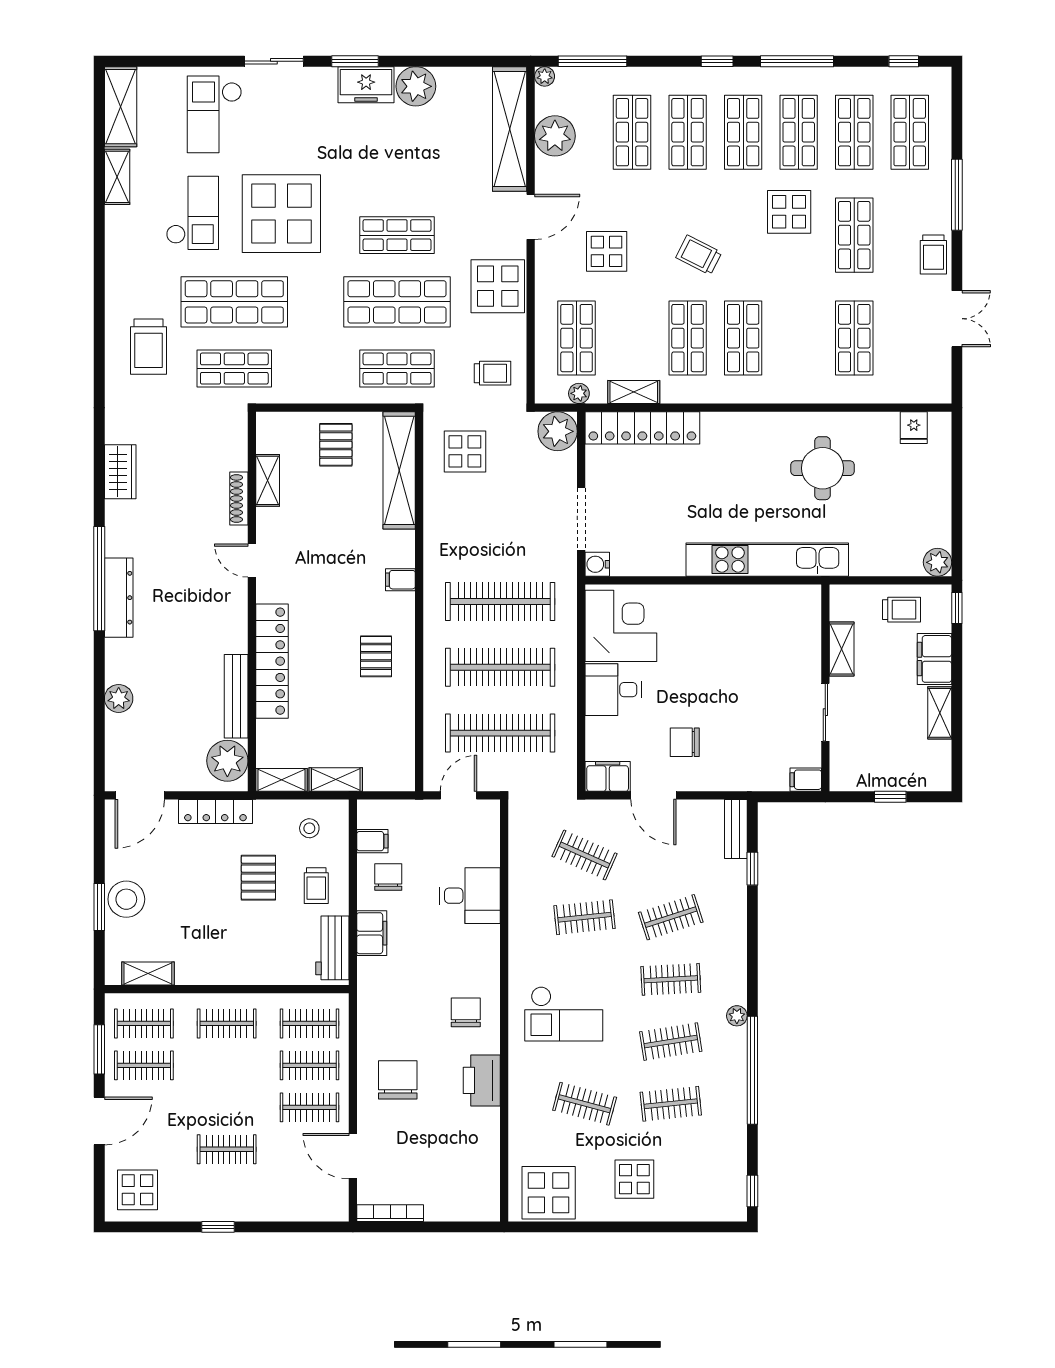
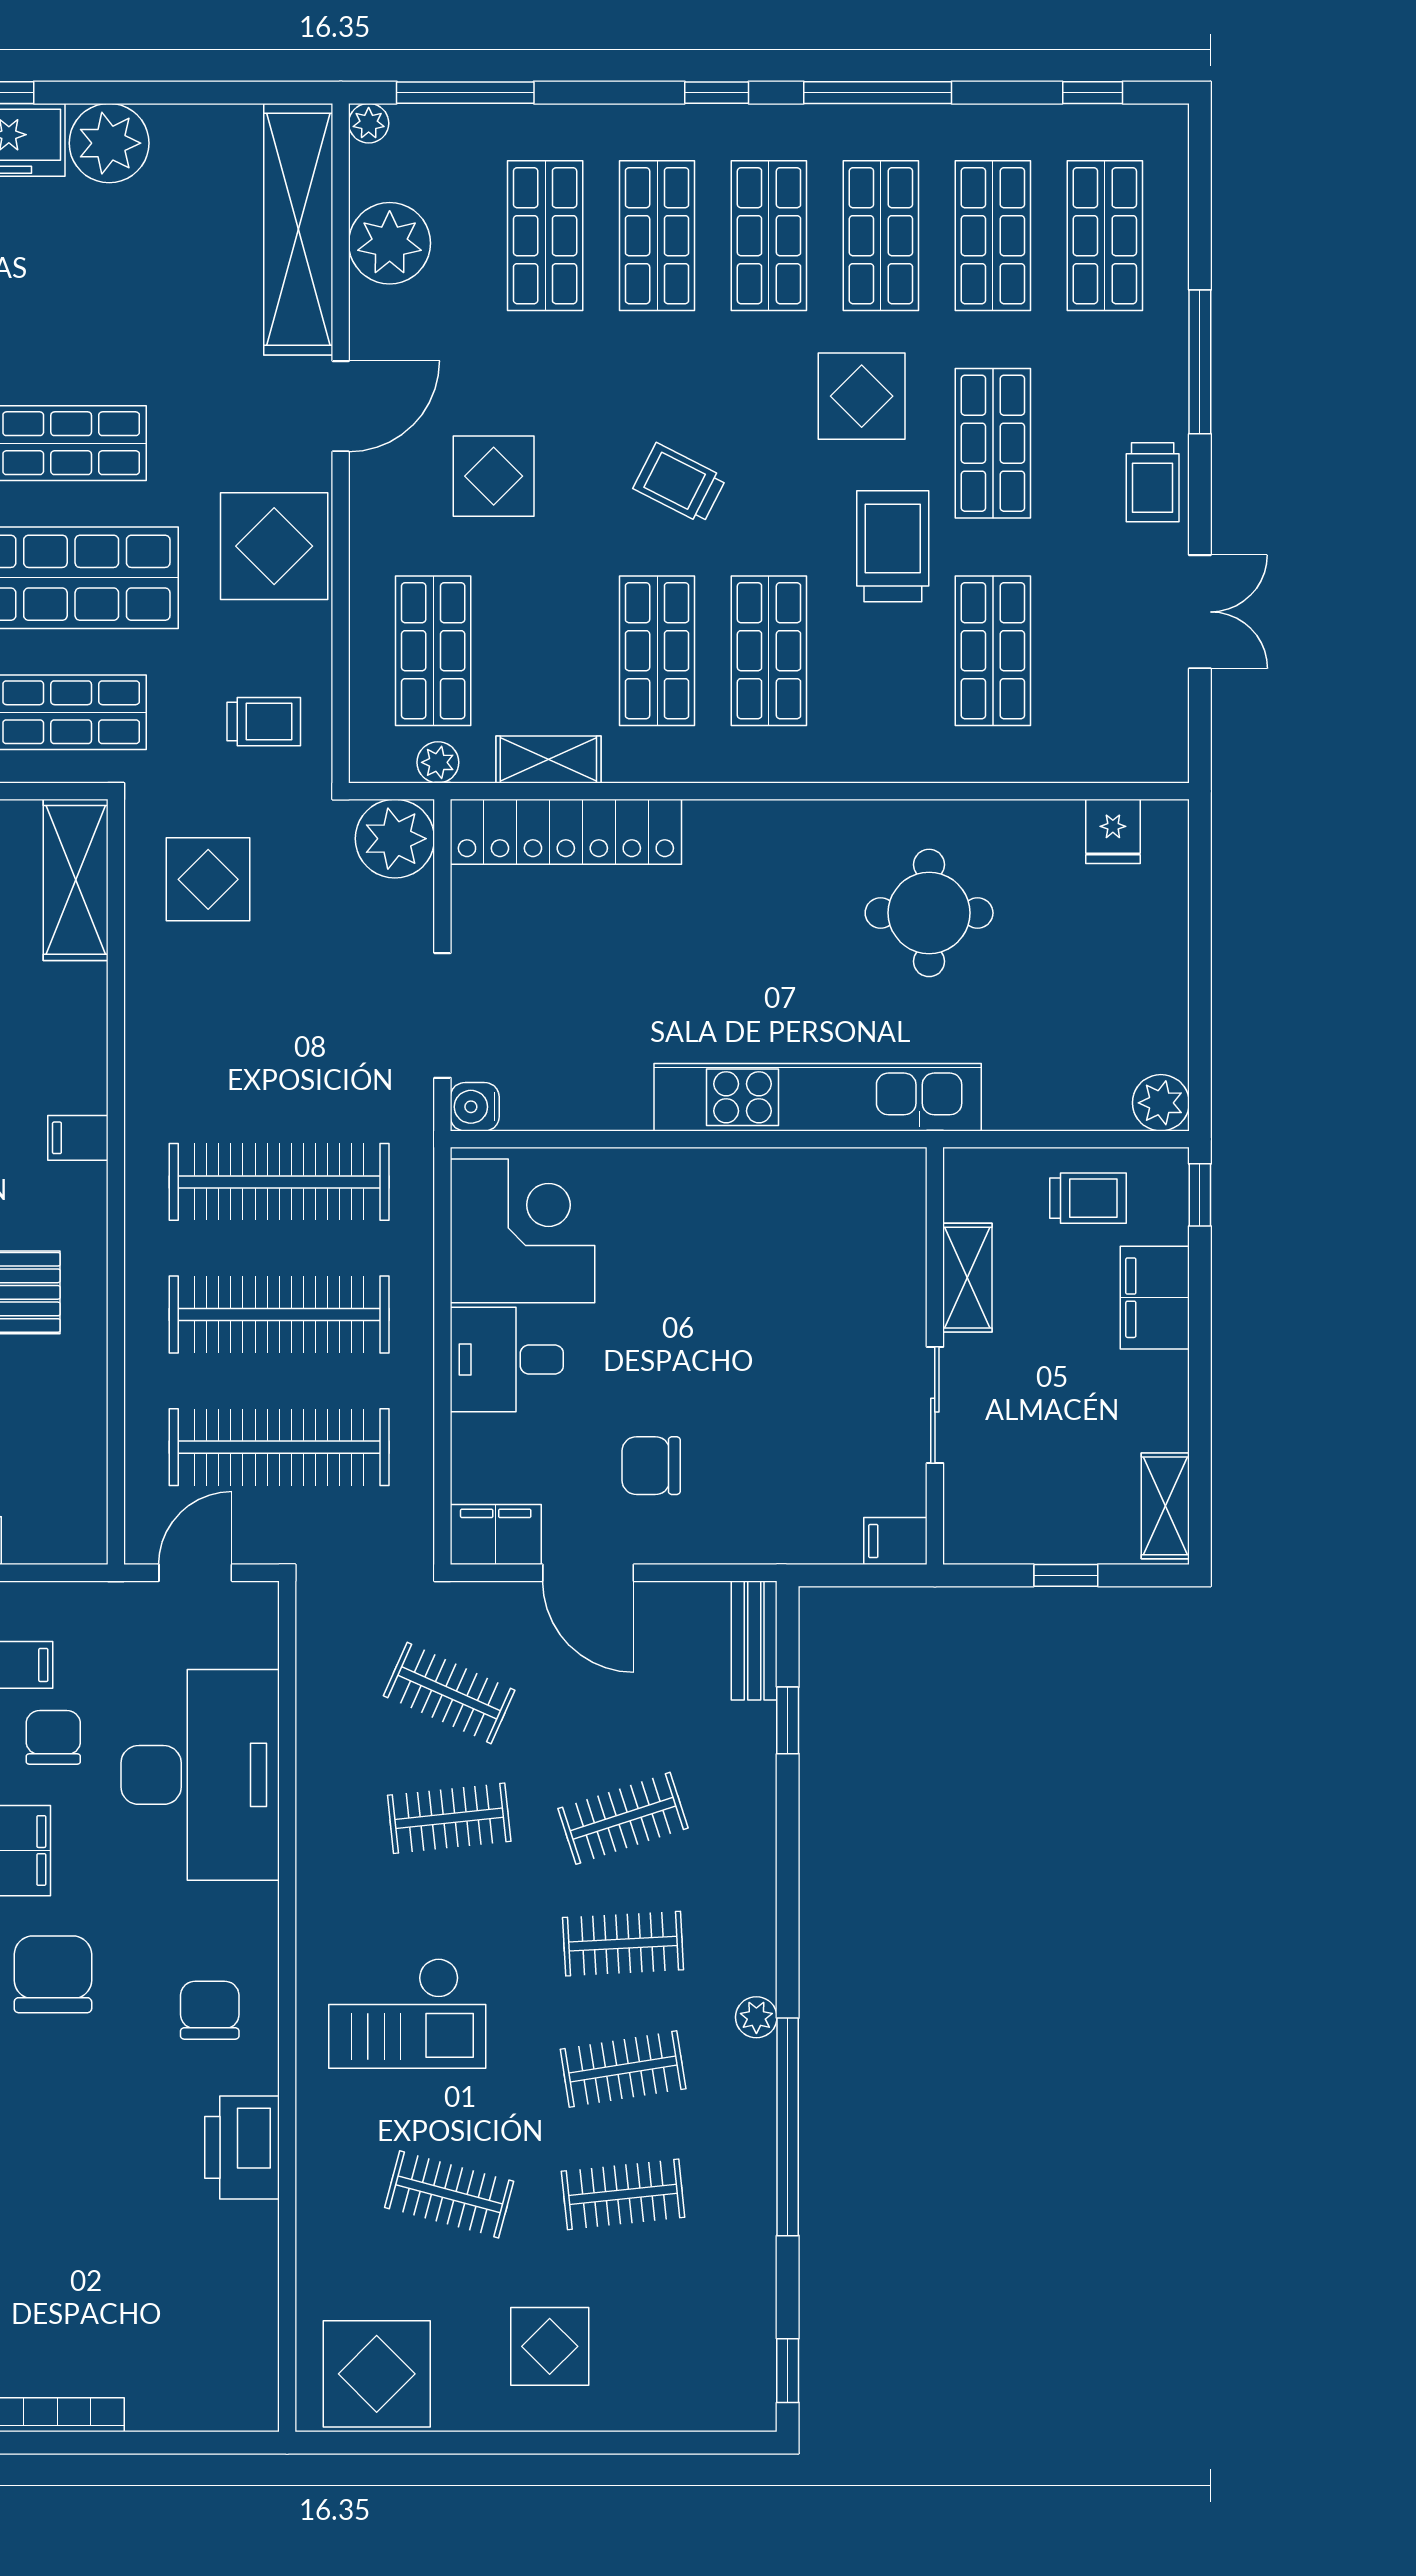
trolley: (805, 286) -> (893, 546), added
shelving: (399, 470) -> (76, 880), width x0.68
shelving: (940, 713) -> (1165, 1506), moved
desk: (470, 896) -> (200, 1775), width x1.87, depth x1.30
chair: (398, 1080) -> (53, 1974), moved

